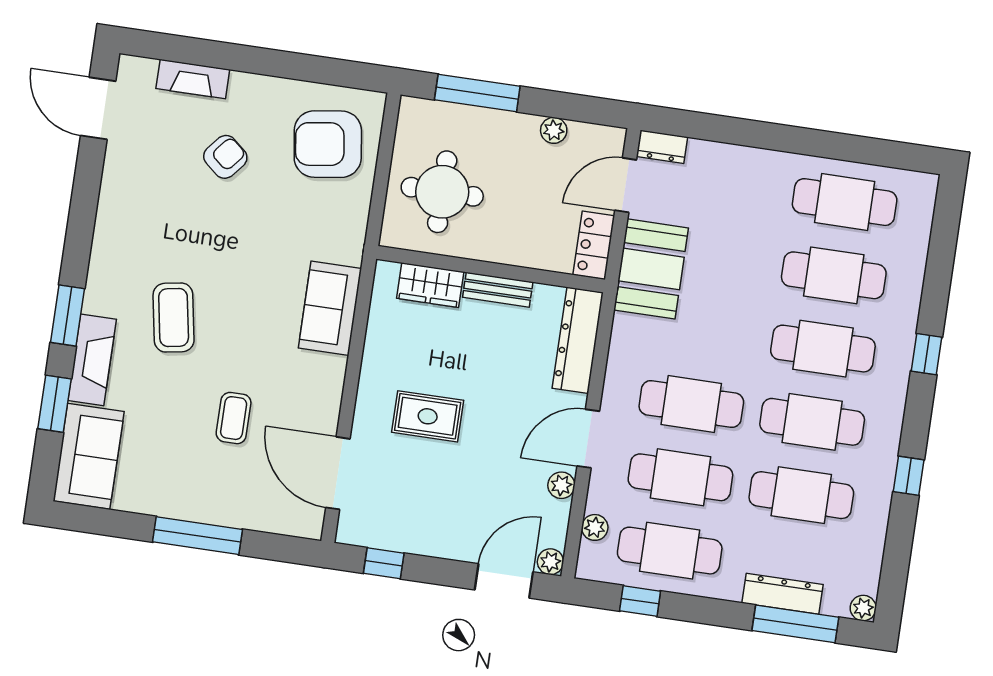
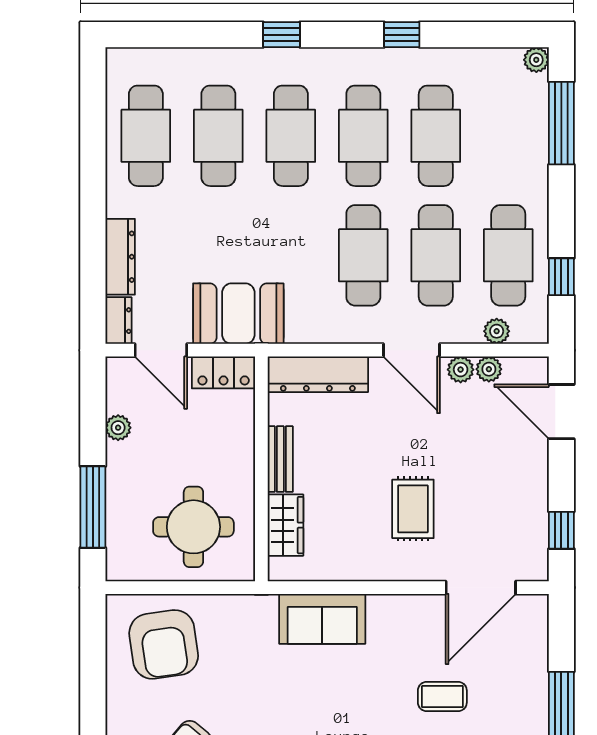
plant: (550, 562) -> (489, 369), moved
dresser: (782, 594) -> (120, 257), moved, turned 180

